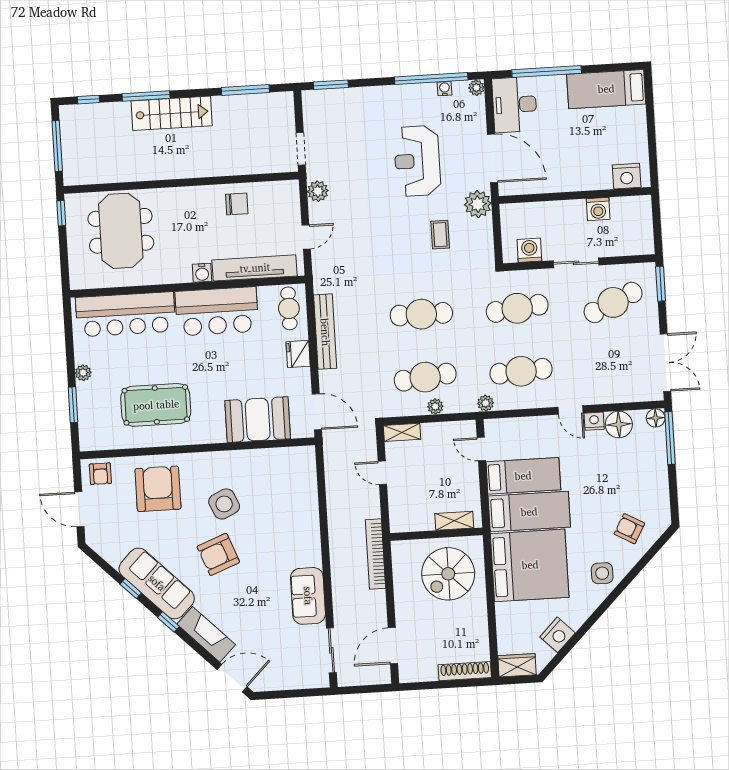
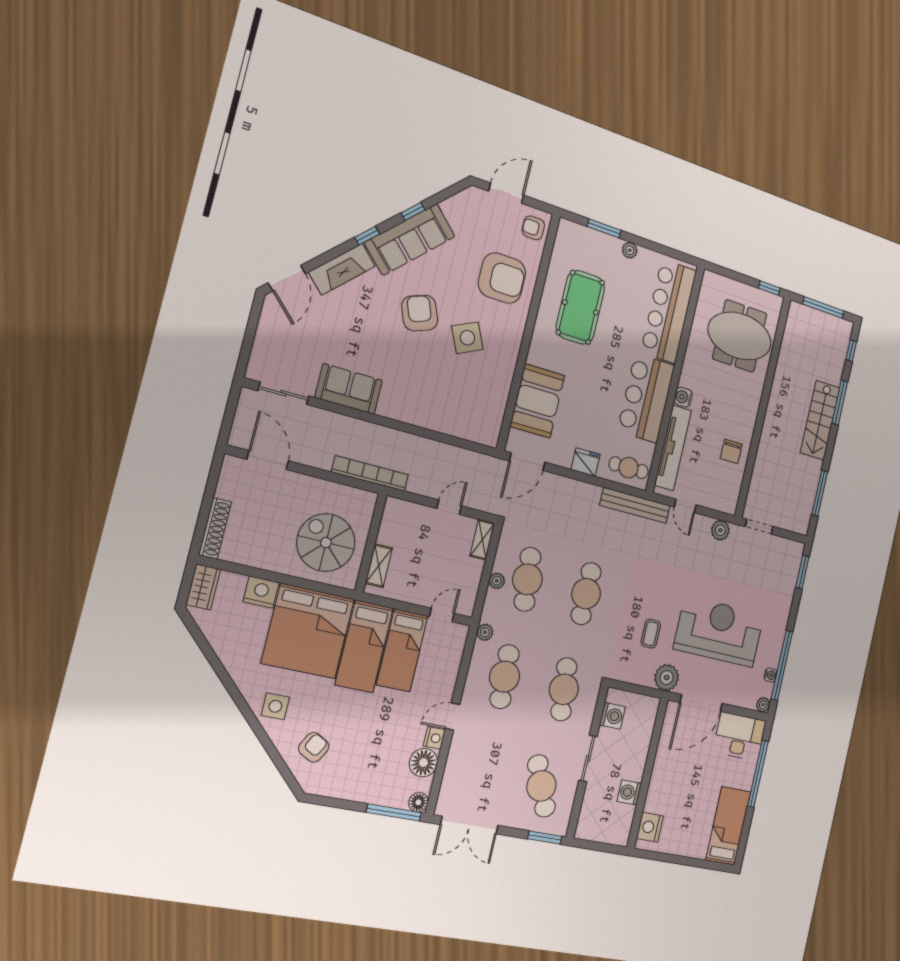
reception desk: (417, 161) -> (719, 631), width x1.36, depth x1.30
coffee table: (440, 235) -> (651, 634), turned 90
bench: (325, 332) -> (635, 505), moved
nightstand: (558, 635) -> (261, 592), moved, turned 135

